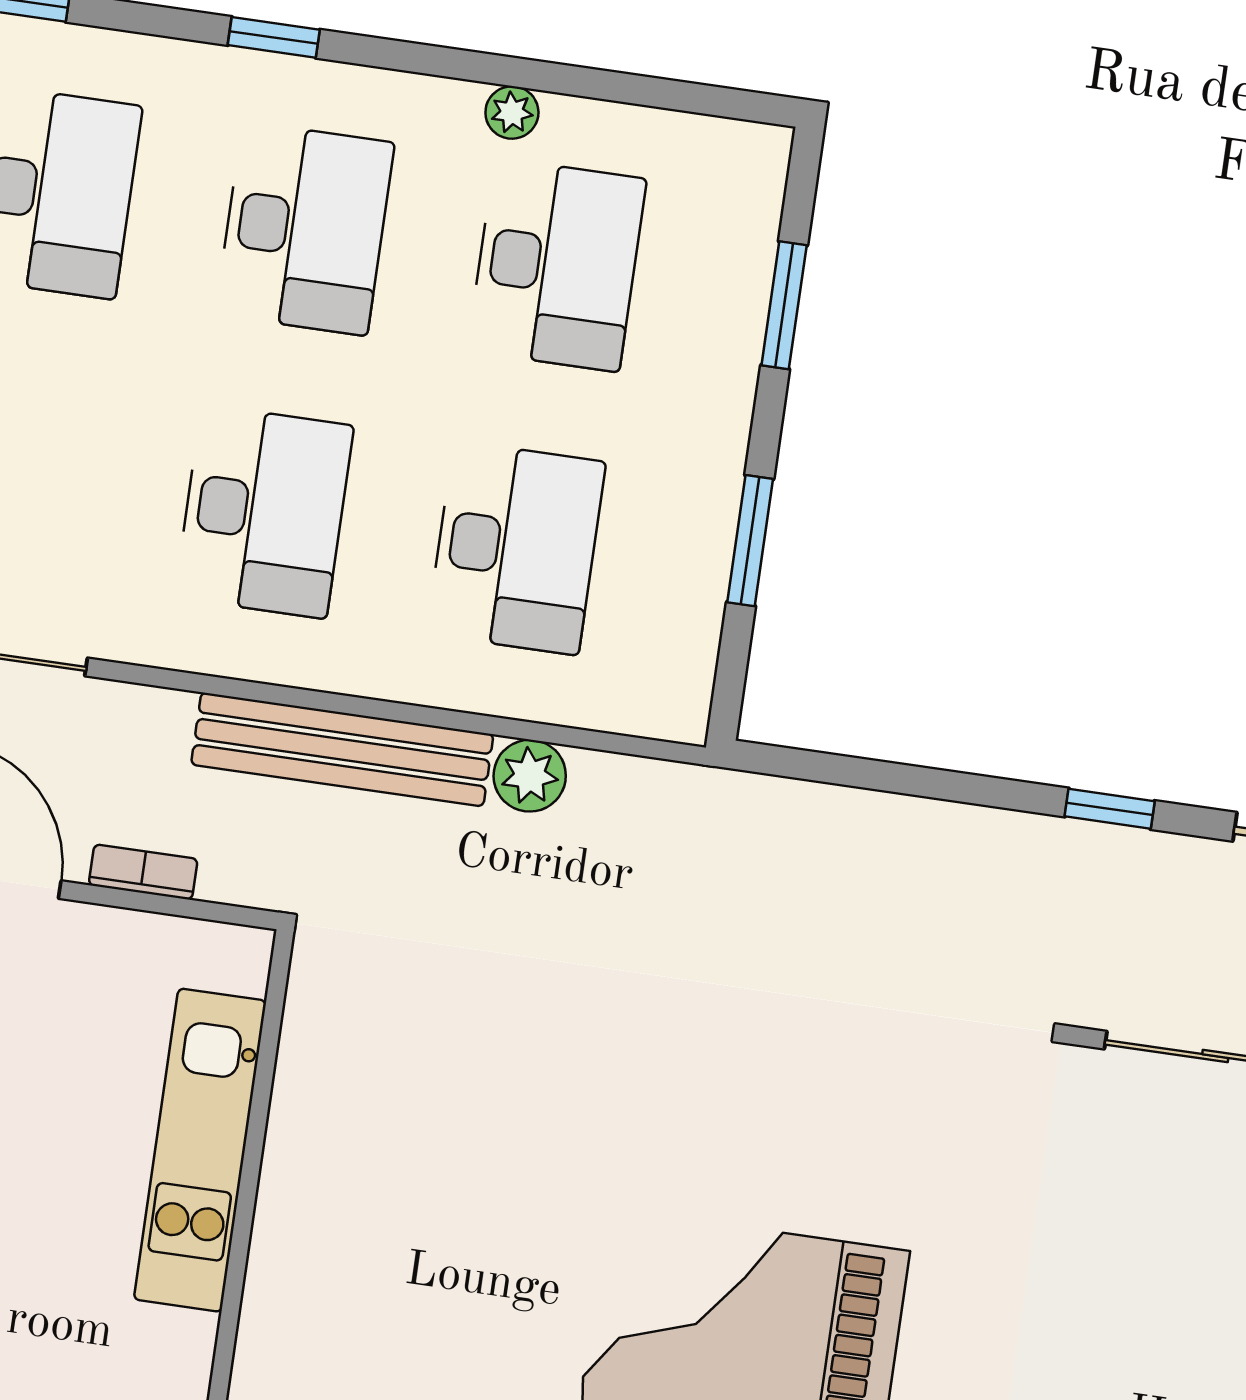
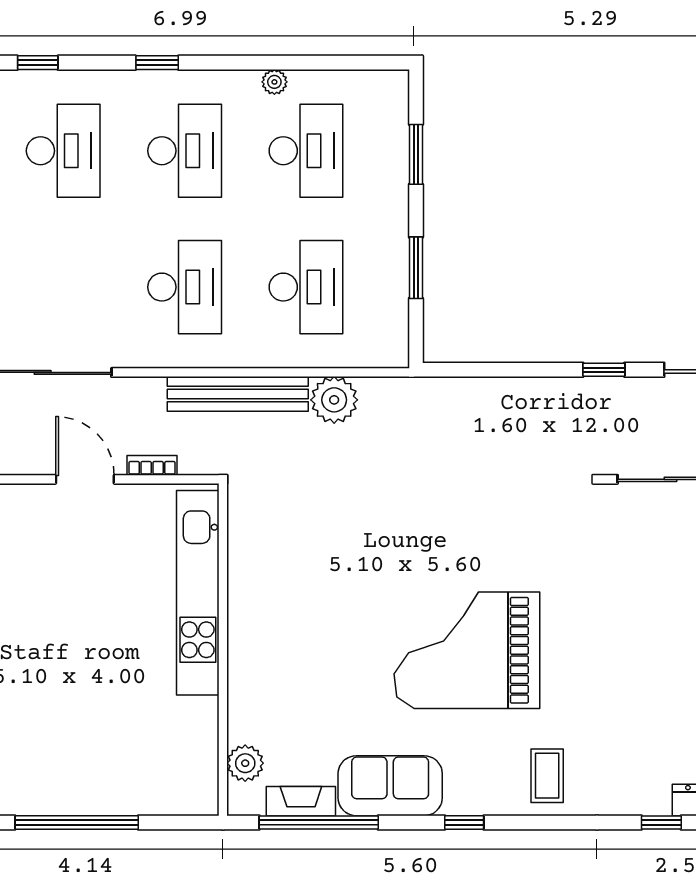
plant: (530, 776) -> (334, 400), width x1.36, depth x1.36
kitchen unit: (200, 1150) -> (198, 593), width x1.36

